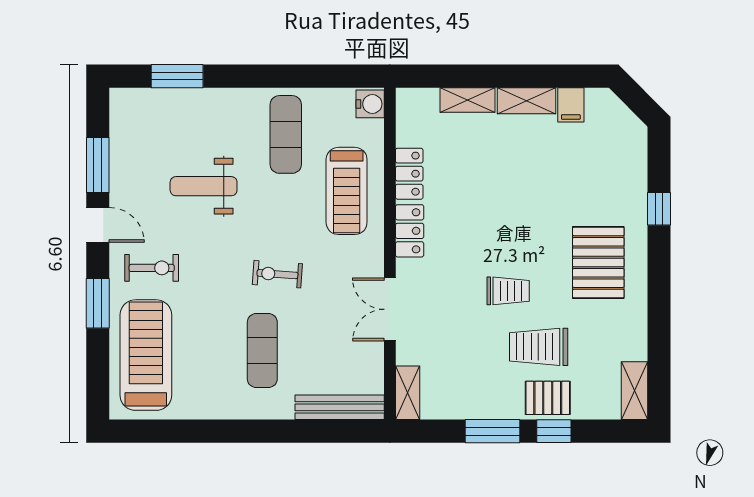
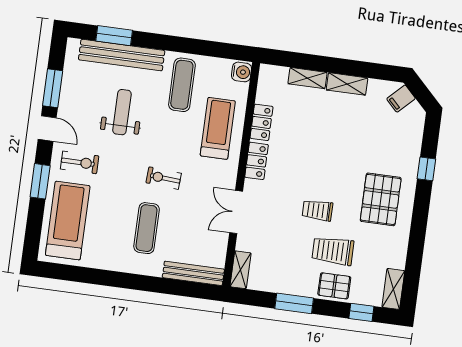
bench: (192, 103) -> (122, 55), added
filing cabinet: (571, 105) -> (401, 99), moved, turned 45
weight bench: (204, 186) -> (122, 112), turned 90
treadmill: (347, 191) -> (218, 128), turned 180
trolley: (508, 291) -> (317, 210), turned 180
window: (554, 431) -> (361, 312), moved

